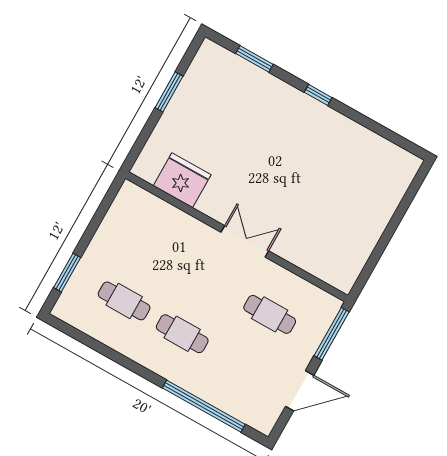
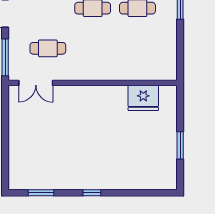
window: (254, 59) -> (41, 193), moved
double door: (245, 241) -> (36, 83), moved

